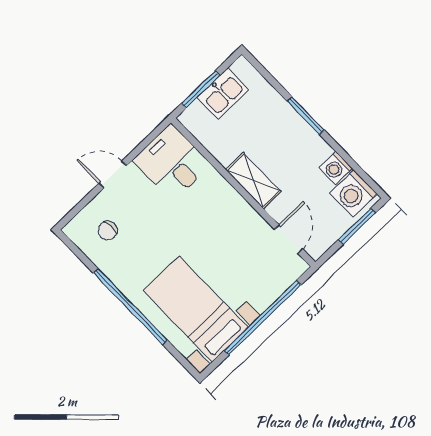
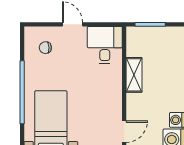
kitchen sink: (223, 94) -> (159, 36), removed
shelving: (253, 181) -> (134, 75), moved

